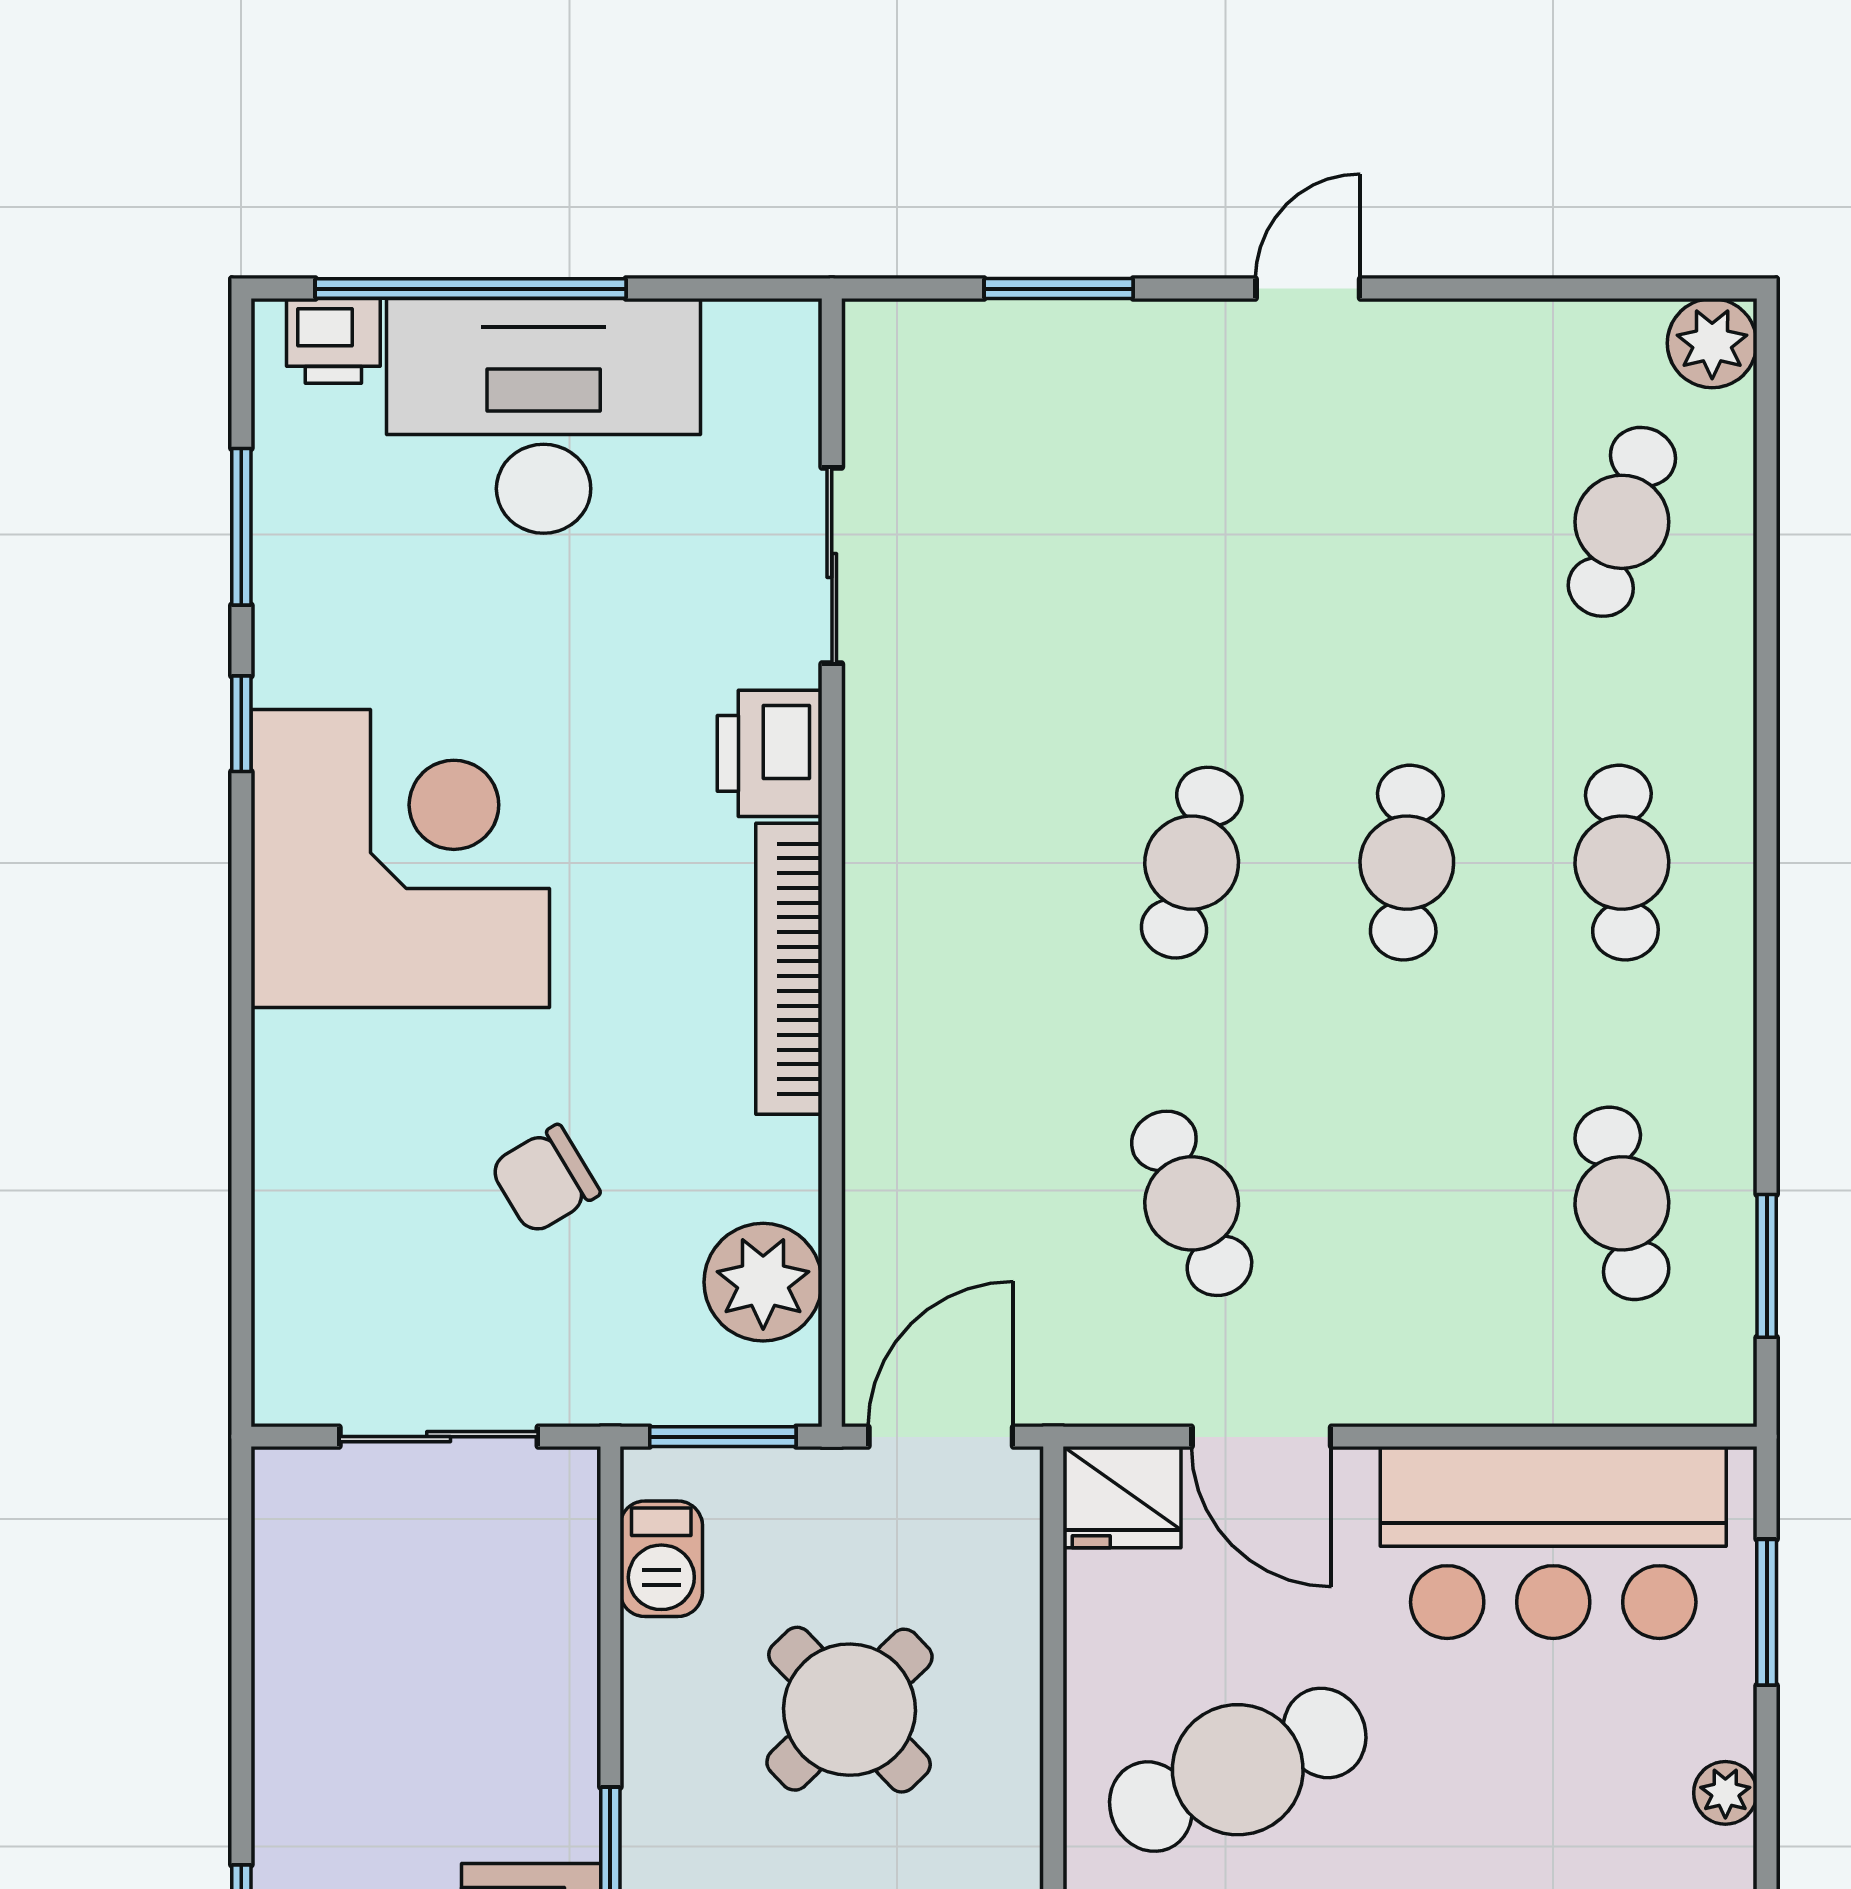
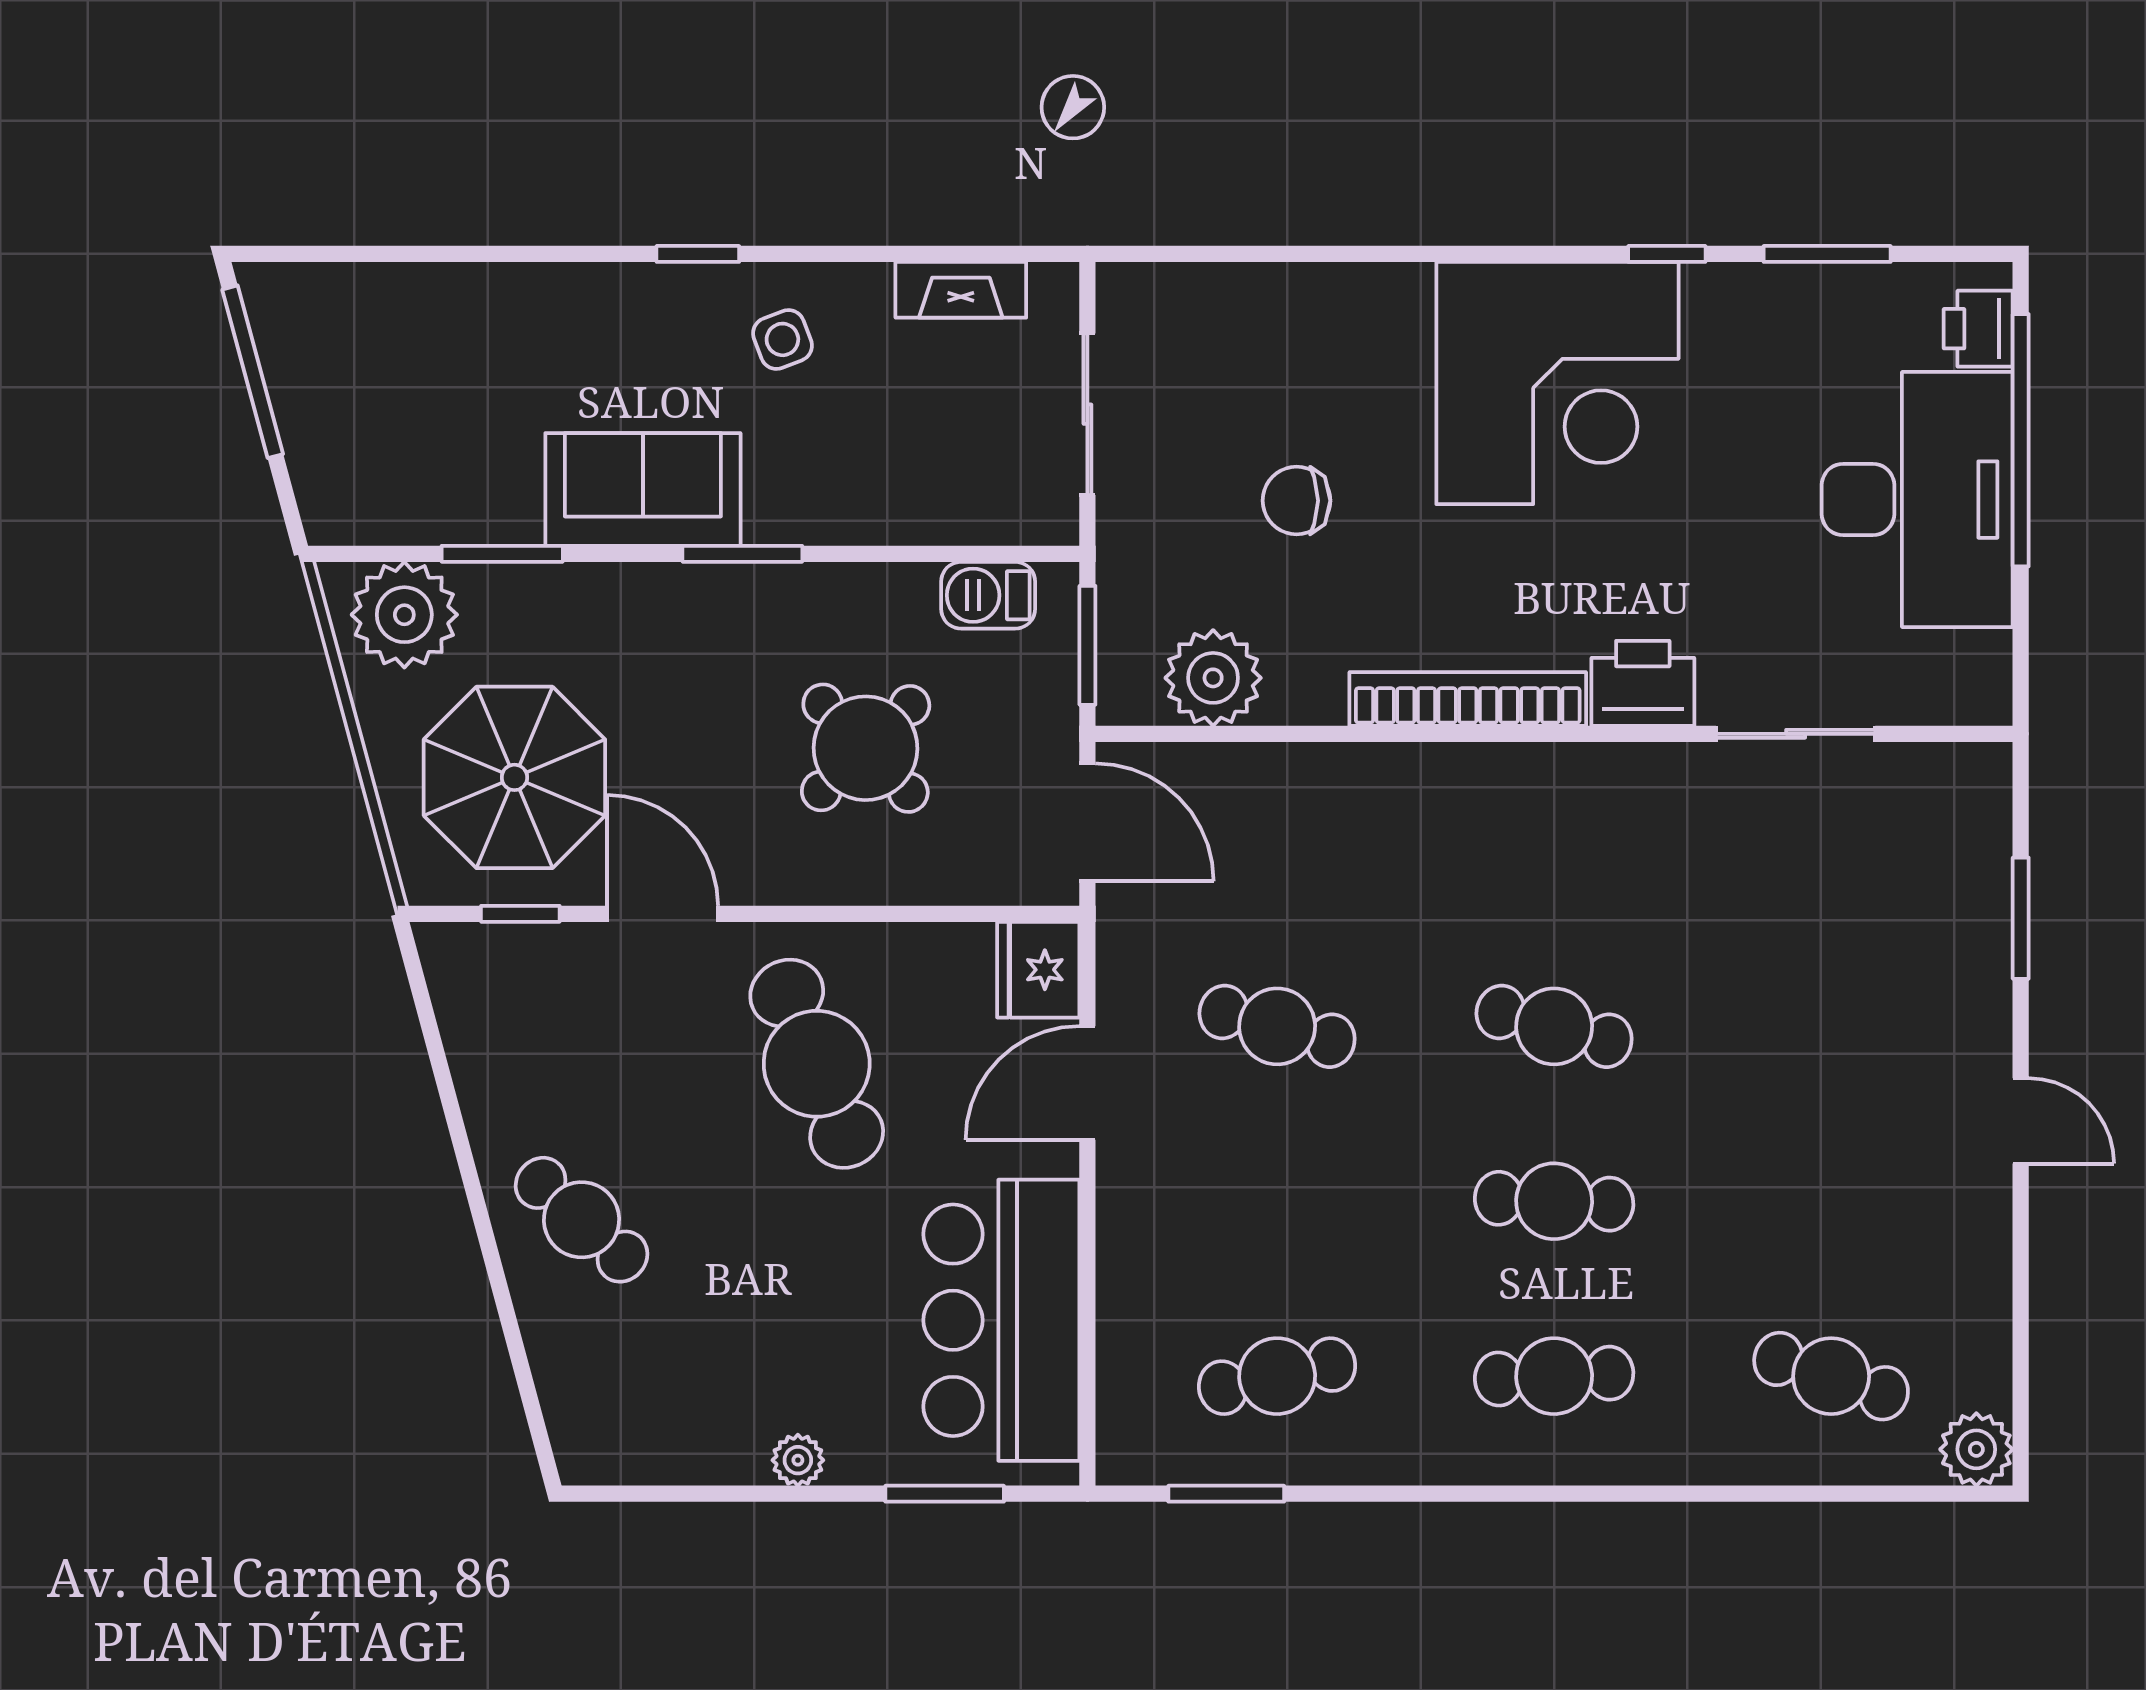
chair: (545, 1179) -> (1296, 501), turned -59
cafe table: (1192, 1203) -> (1277, 1026), turned 39
fireplace: (286, 1592) -> (961, 290), added
side table: (347, 1812) -> (782, 339), added

